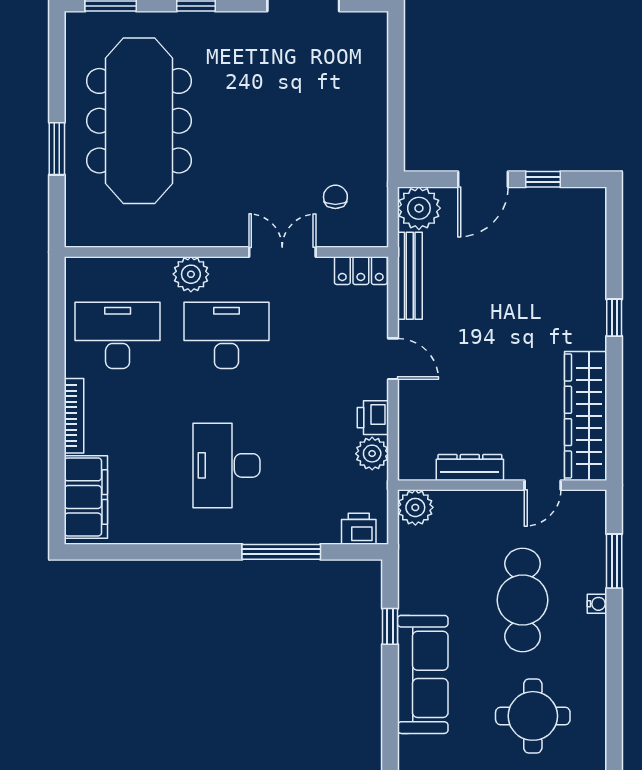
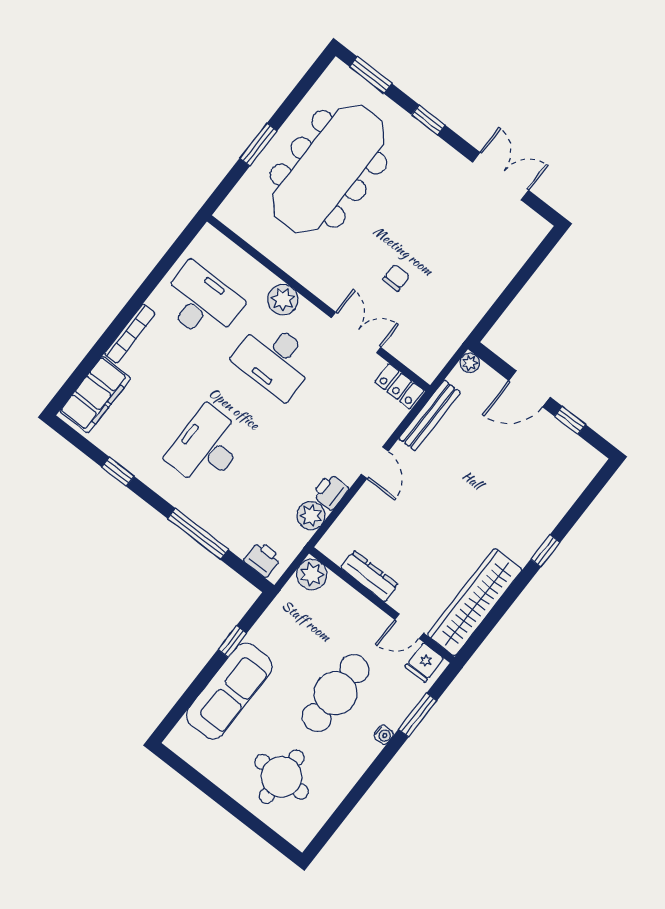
chair: (335, 197) -> (396, 278), moved
plant: (419, 208) -> (470, 363), width x0.53, depth x0.53
desk: (226, 335) -> (275, 359), turned 180
fridge: (583, 508) -> (424, 663), added
window: (162, 552) -> (118, 472), added

